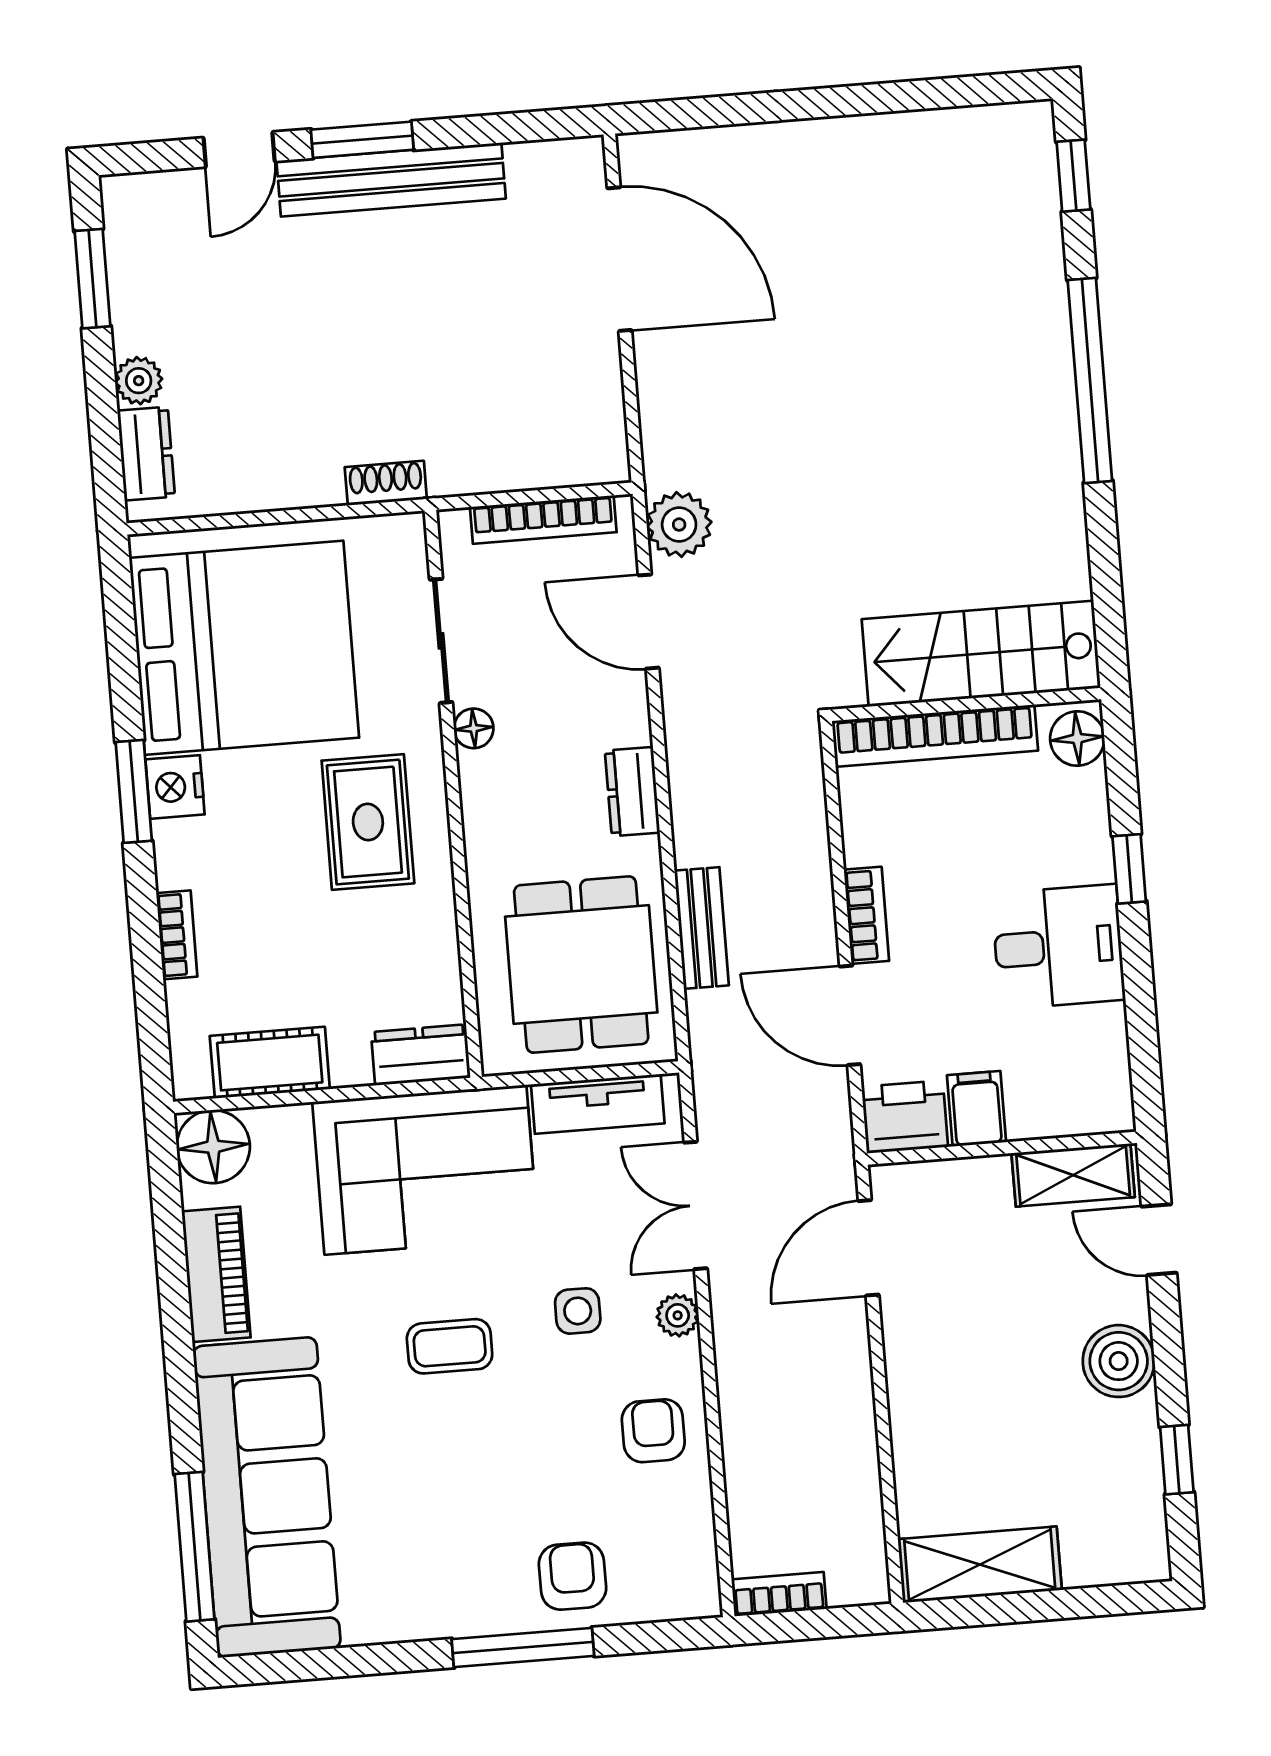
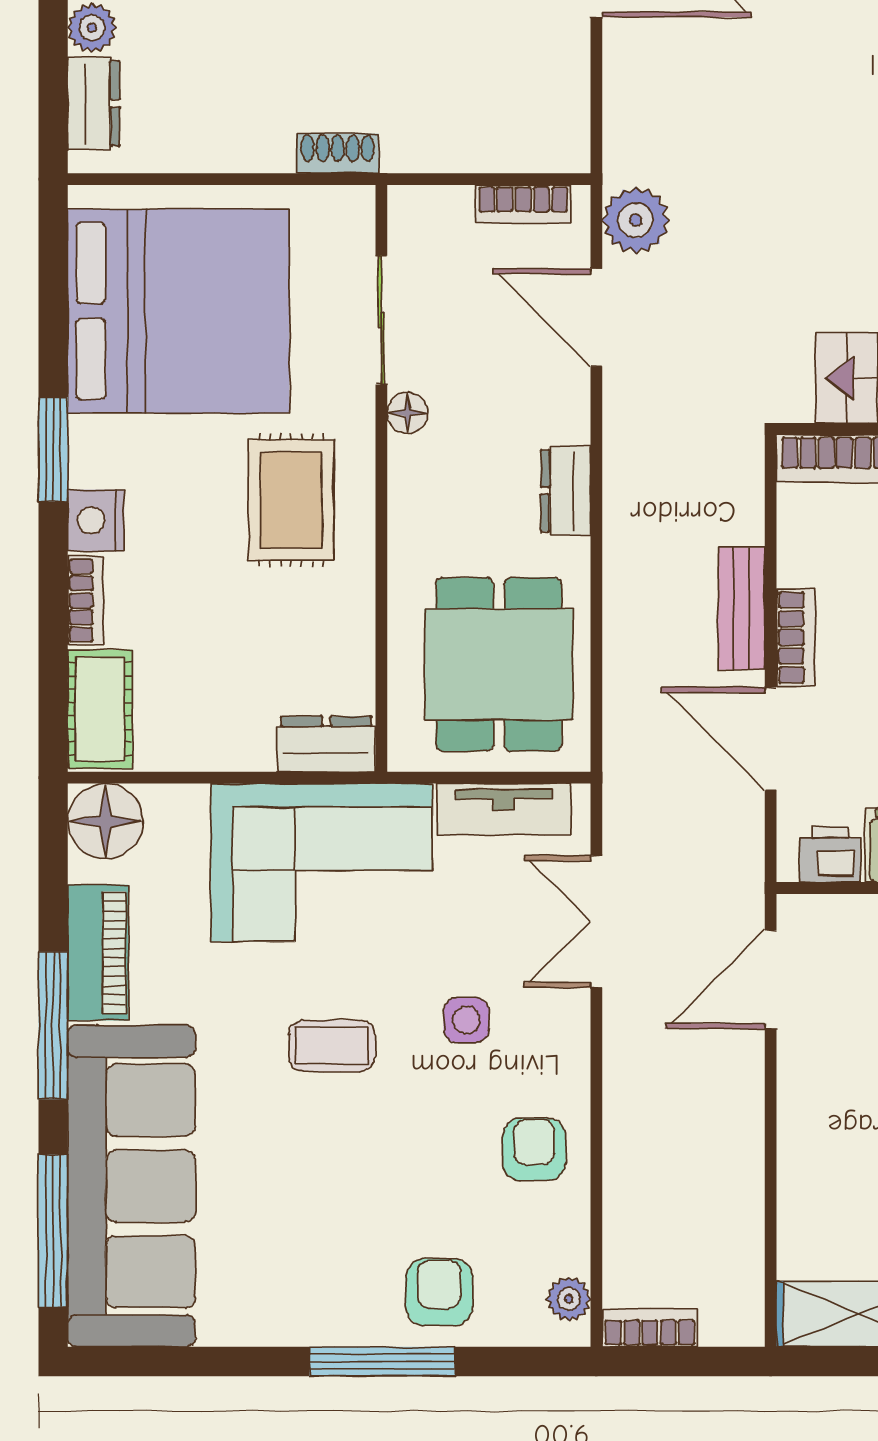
bookcase: (543, 520) -> (523, 204), width x0.64
nightstand: (175, 787) -> (96, 520), moved
bench: (702, 928) -> (741, 608), moved
cot: (270, 1063) -> (100, 709), moved, turned 90
printer: (905, 1117) -> (830, 854), width x0.73, depth x0.81
plant: (678, 1315) -> (569, 1299), moved
window: (179, 1348) -> (53, 1025), added

